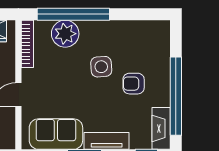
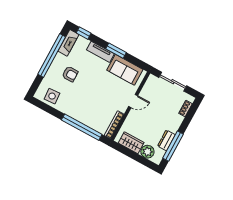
plant: (65, 34) -> (91, 119), removed
side table: (101, 67) -> (52, 96), moved

